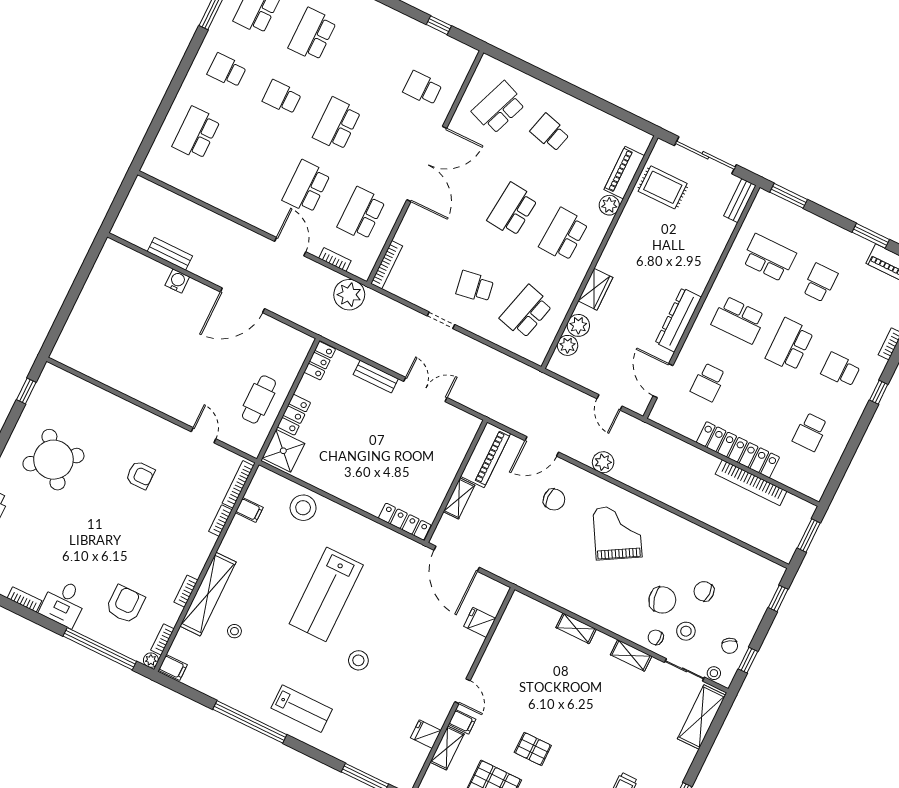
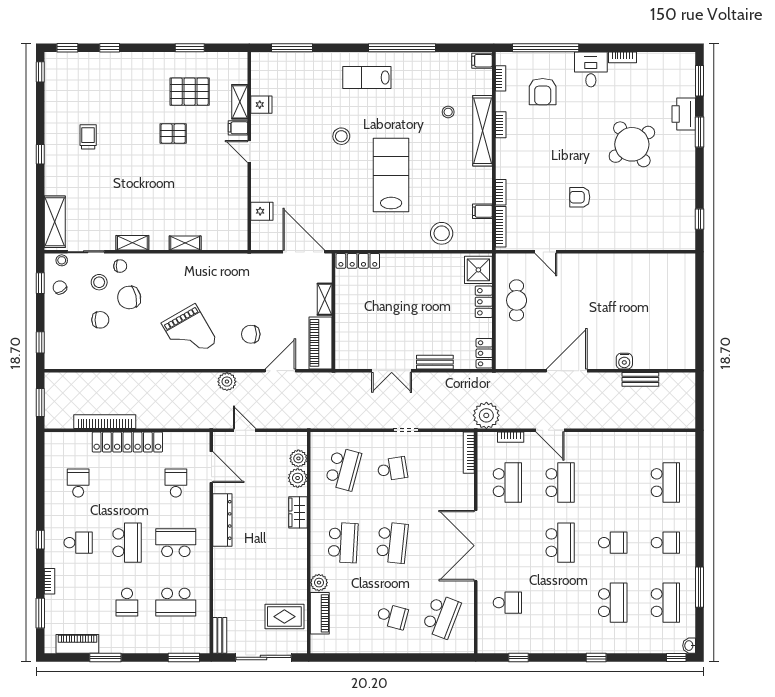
round table: (53, 460) -> (632, 144), moved
plant: (151, 660) -> (502, 58), removed

